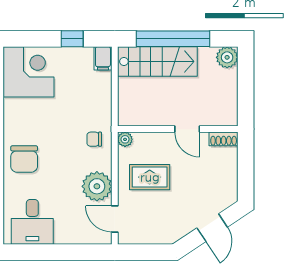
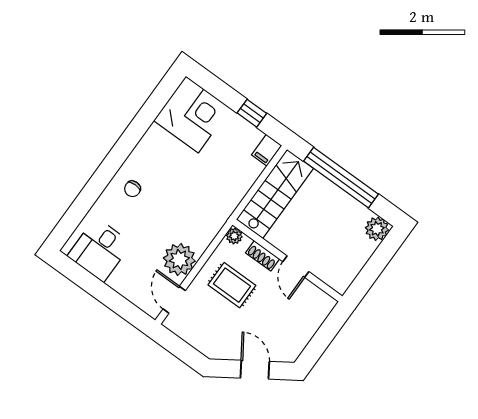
stairs: (157, 62) -> (275, 194), moved, turned -90
chair: (94, 139) -> (207, 216), removed
shoe rack: (224, 139) -> (263, 256), moved
chair: (24, 159) -> (132, 189), width x0.54, depth x0.54
door: (212, 228) -> (255, 370), swing flipped

